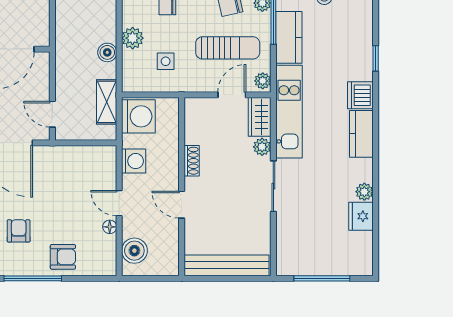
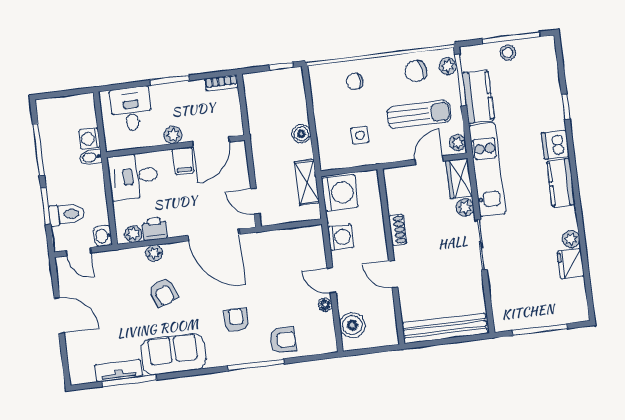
plant: (133, 38) -> (324, 117), removed

